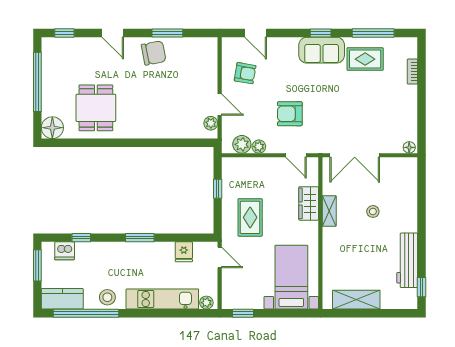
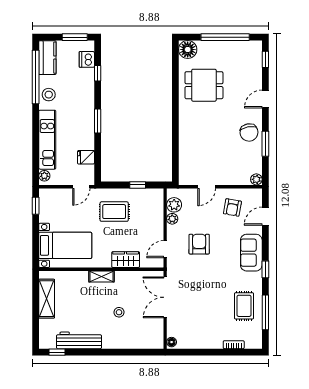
sofa: (322, 50) -> (251, 253), moved
plant: (211, 123) -> (256, 179), moved
shelving: (329, 211) -> (101, 276), moved

